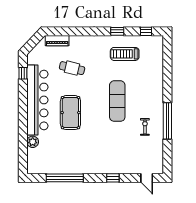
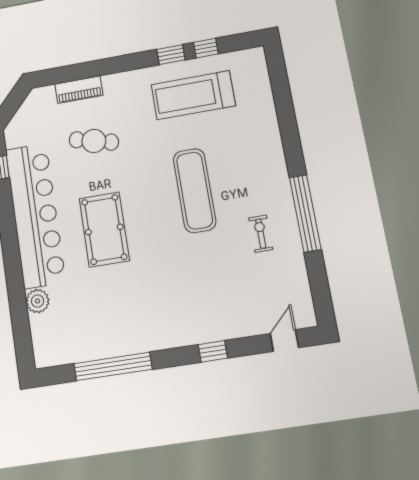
window: (146, 31) -> (206, 48), moved
piano: (57, 41) -> (79, 90), moved
treadmill: (125, 54) -> (193, 95), width x1.37, depth x1.38
door: (147, 178) -> (284, 341), swing flipped

